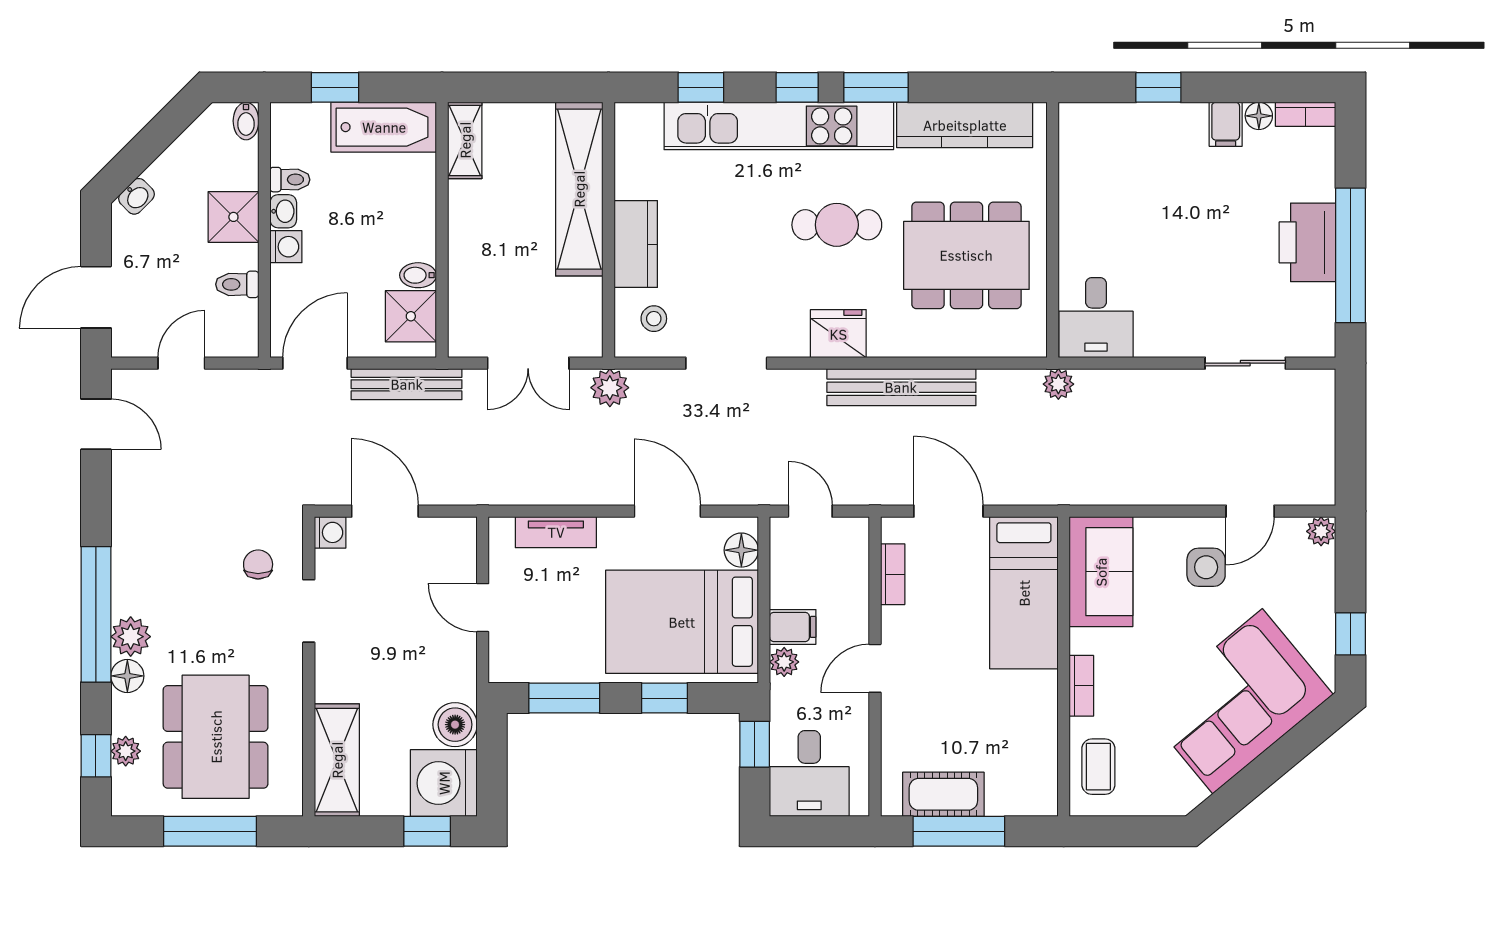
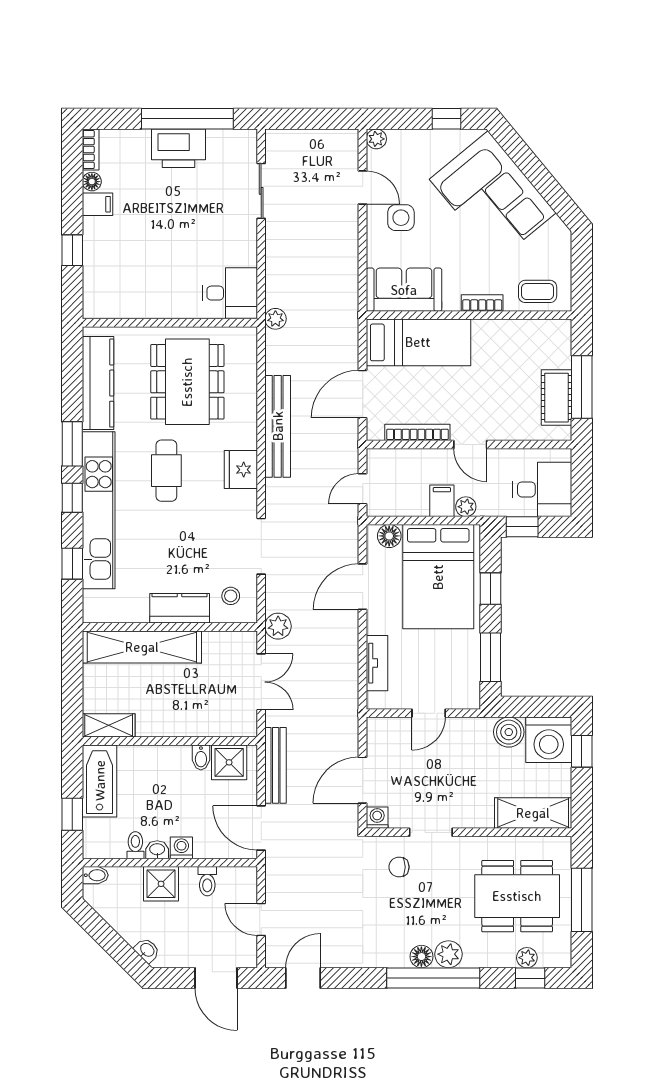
bookcase: (893, 574) -> (417, 432), width x1.56
floor lamp: (127, 676) -> (421, 957), moved

